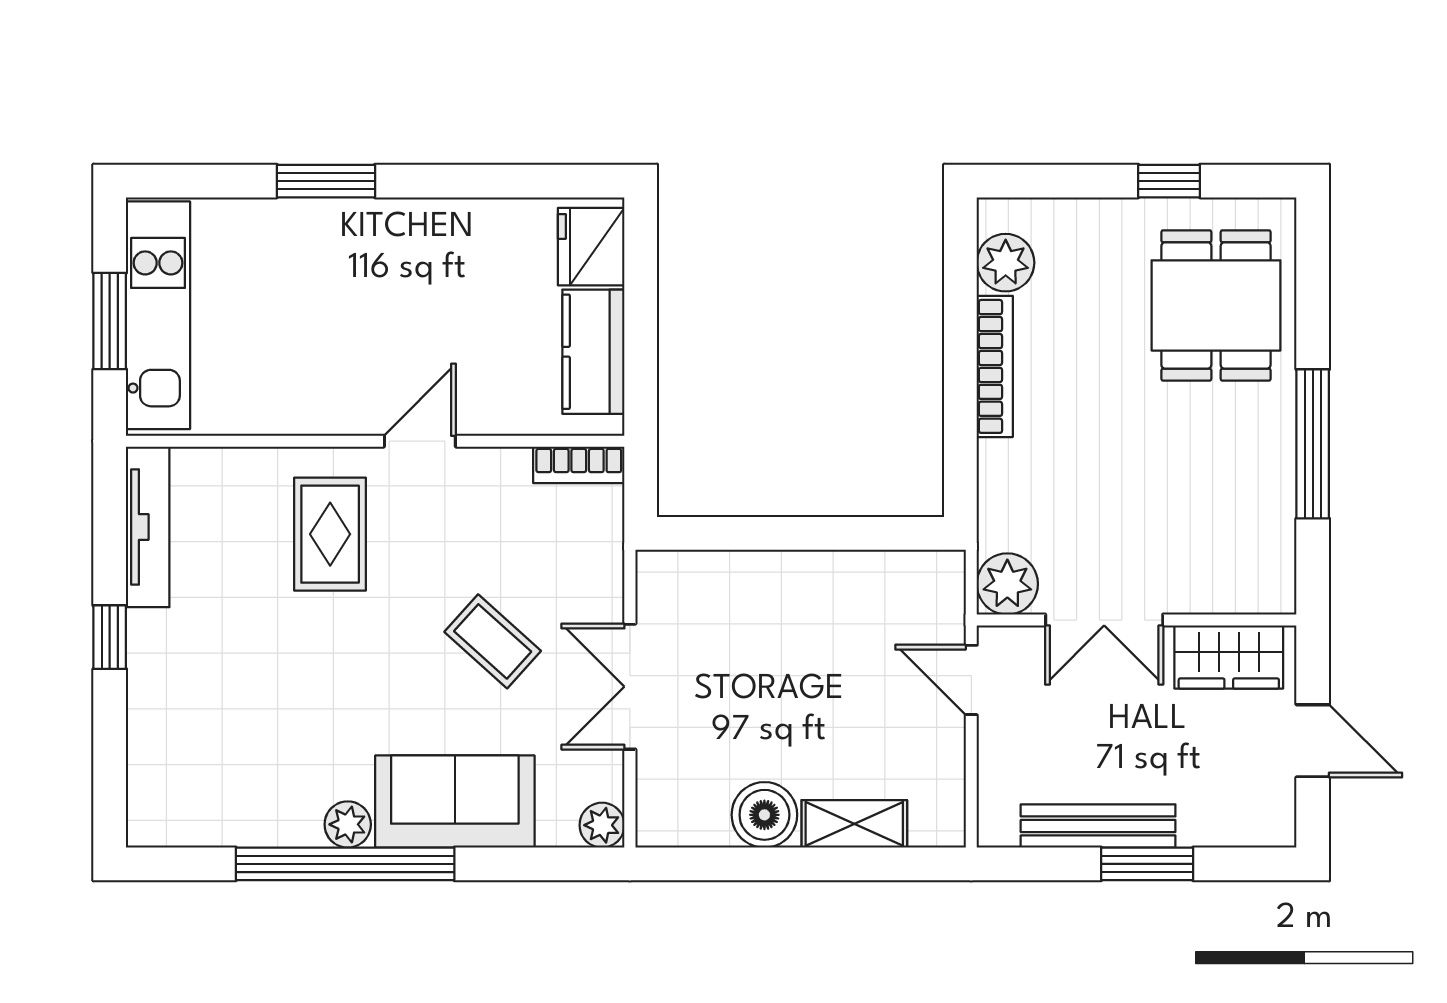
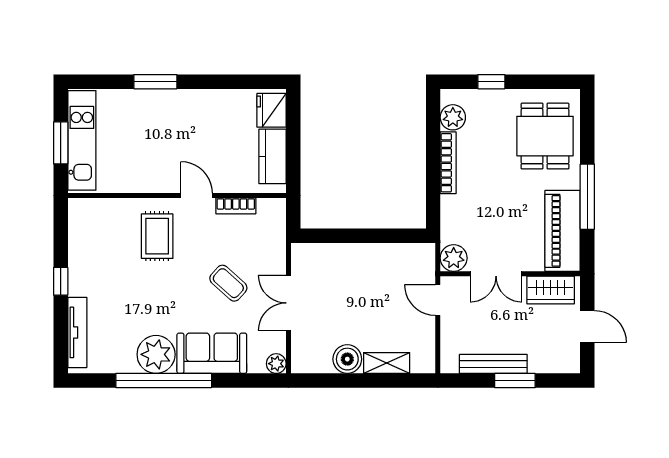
window: (1169, 181) -> (491, 82), moved
door: (420, 441) -> (196, 196), hinge flipped
bookcase: (579, 465) -> (236, 206), moved
piano: (1256, 522) -> (563, 231), added
tv unit: (148, 527) -> (77, 332), moved
plant: (348, 824) -> (156, 354), width x1.87, depth x1.87

